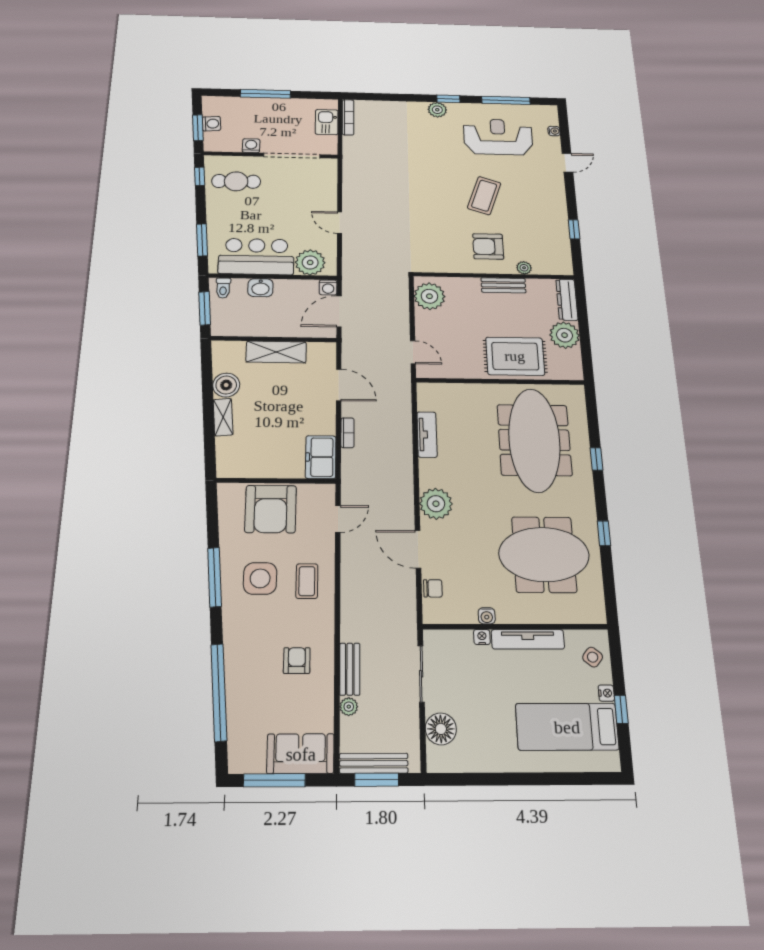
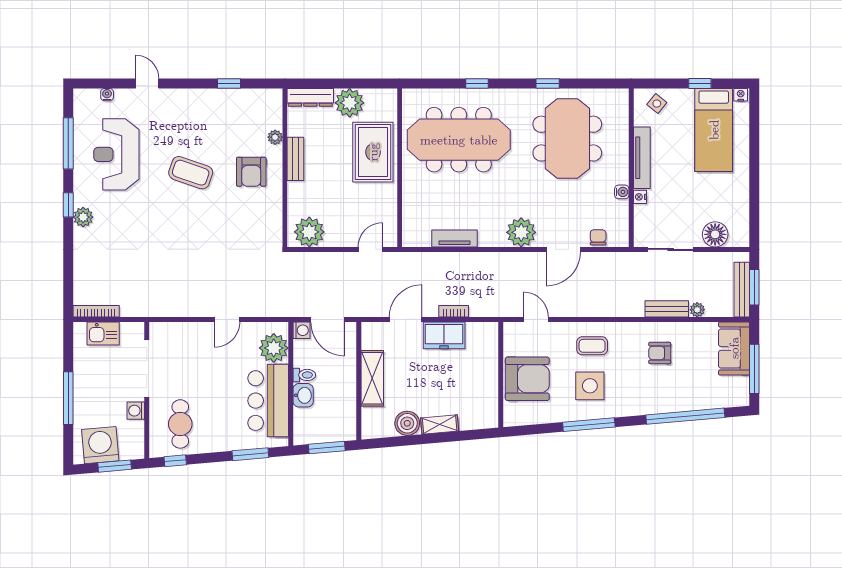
washing machine: (211, 124) -> (100, 445), width x1.89, depth x1.89
toilet: (223, 288) -> (304, 375), moved
freezer: (321, 457) -> (444, 335), moved
nightstand: (606, 693) -> (741, 95), moved

